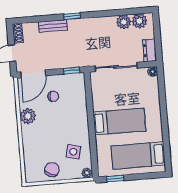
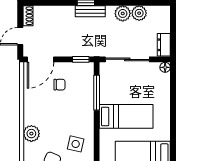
plant: (139, 21) -> (123, 13), moved
bench: (53, 26) -> (90, 11), moved
window: (89, 101) -> (97, 93), added
plant: (28, 116) -> (31, 134), moved

